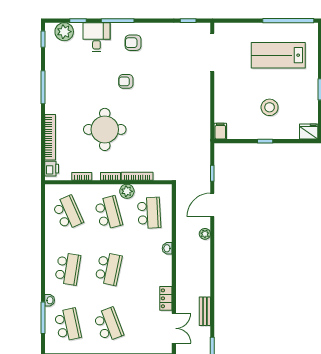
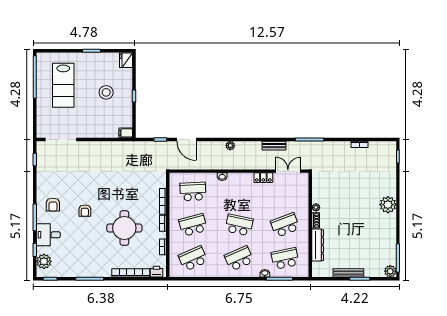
plant: (127, 191) -> (175, 210), removed
plant: (205, 234) -> (230, 146), moved
school desk: (68, 269) -> (239, 258), turned -33

